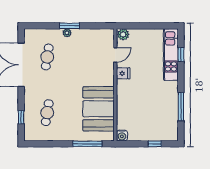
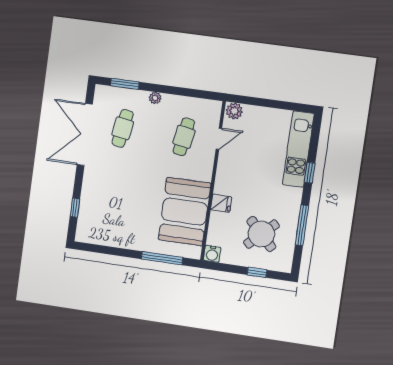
window: (70, 26) -> (125, 84), moved
window: (181, 54) -> (310, 173), moved
fridge: (123, 73) -> (221, 203), moved
cafe table: (47, 113) -> (184, 137), moved
round table: (154, 117) -> (261, 234), added

